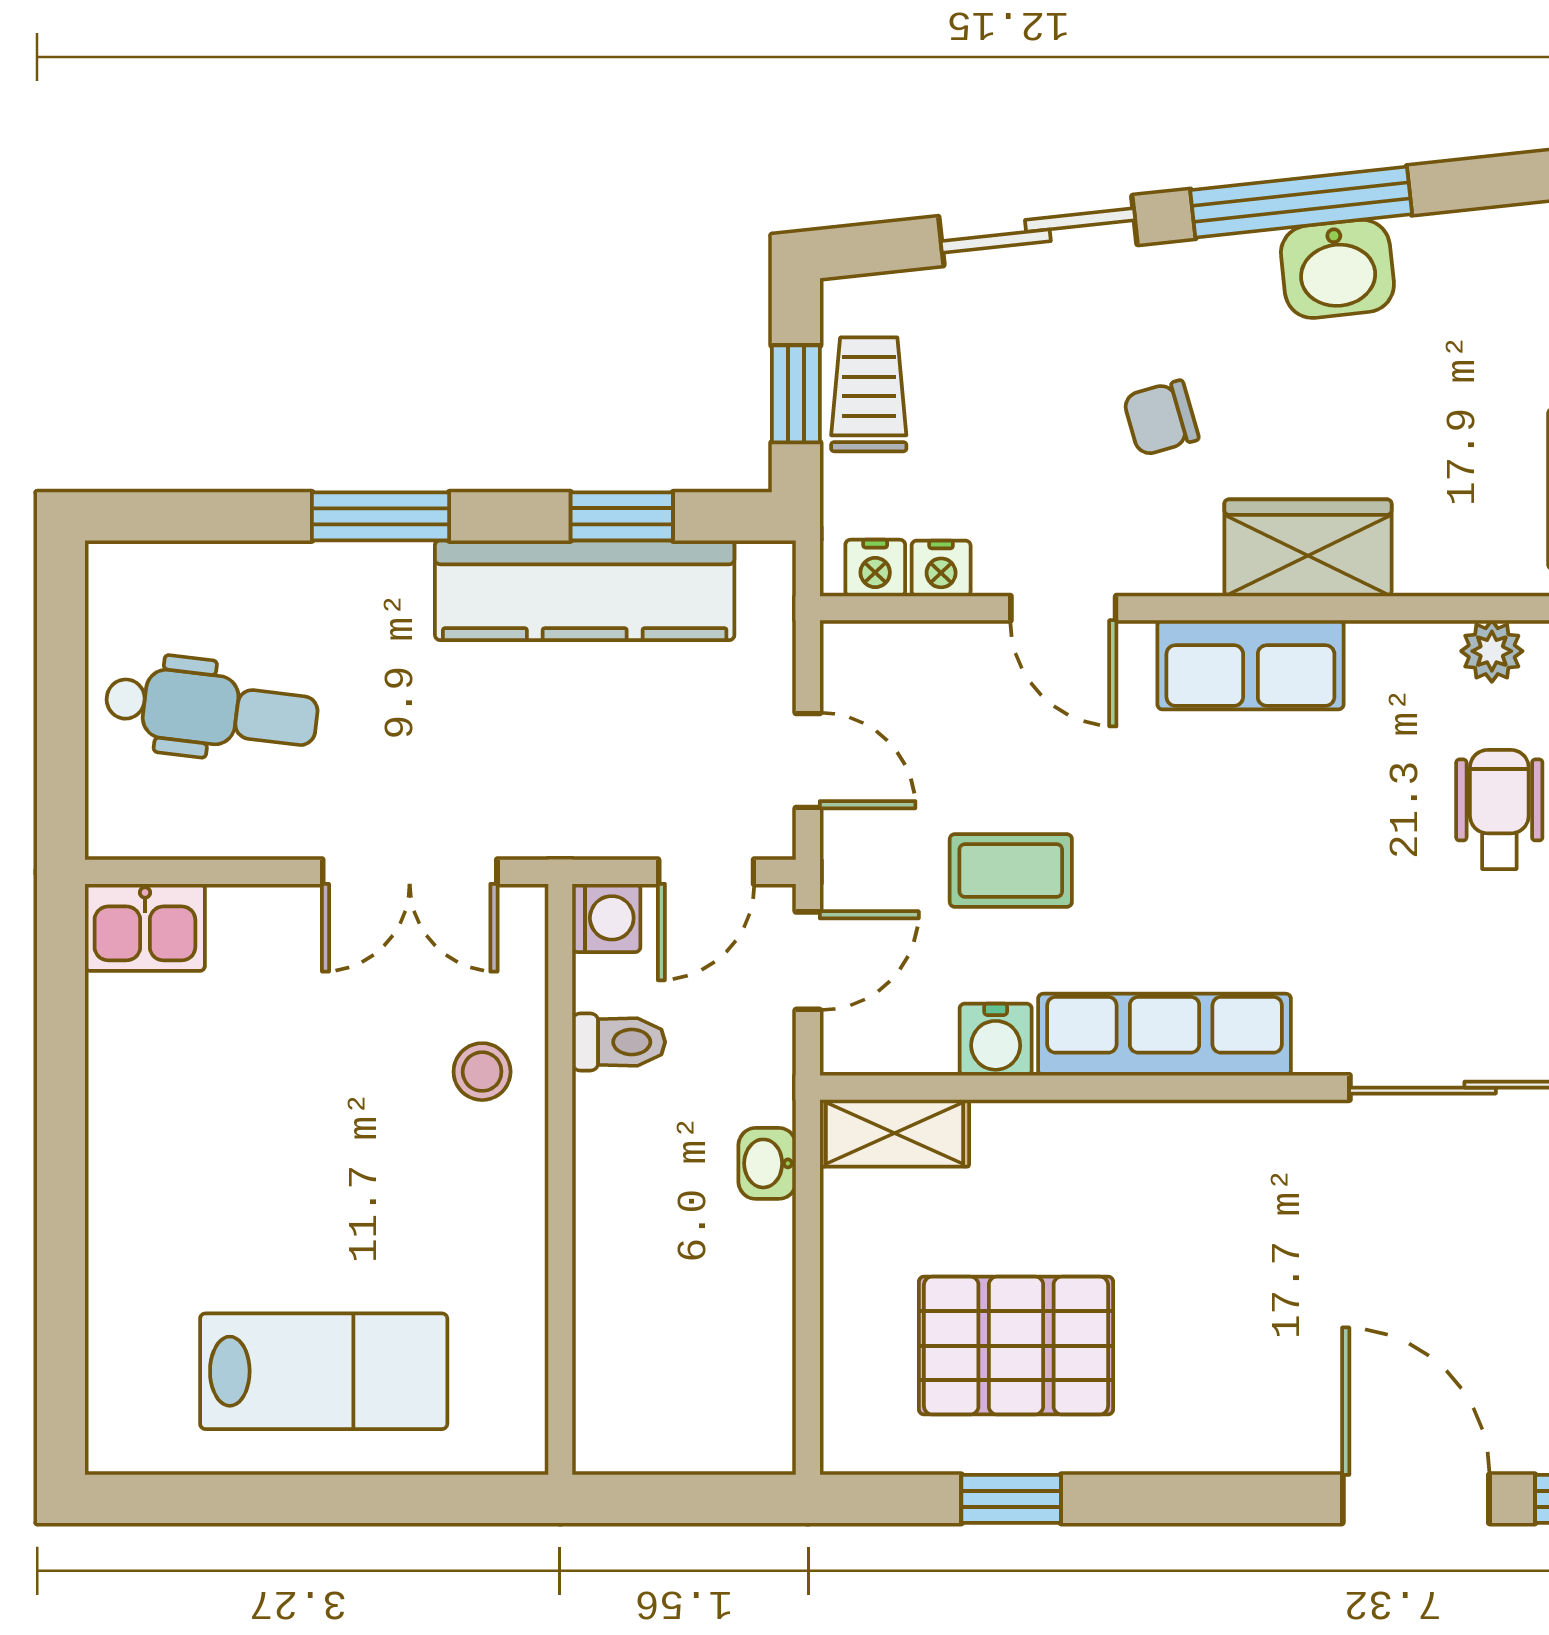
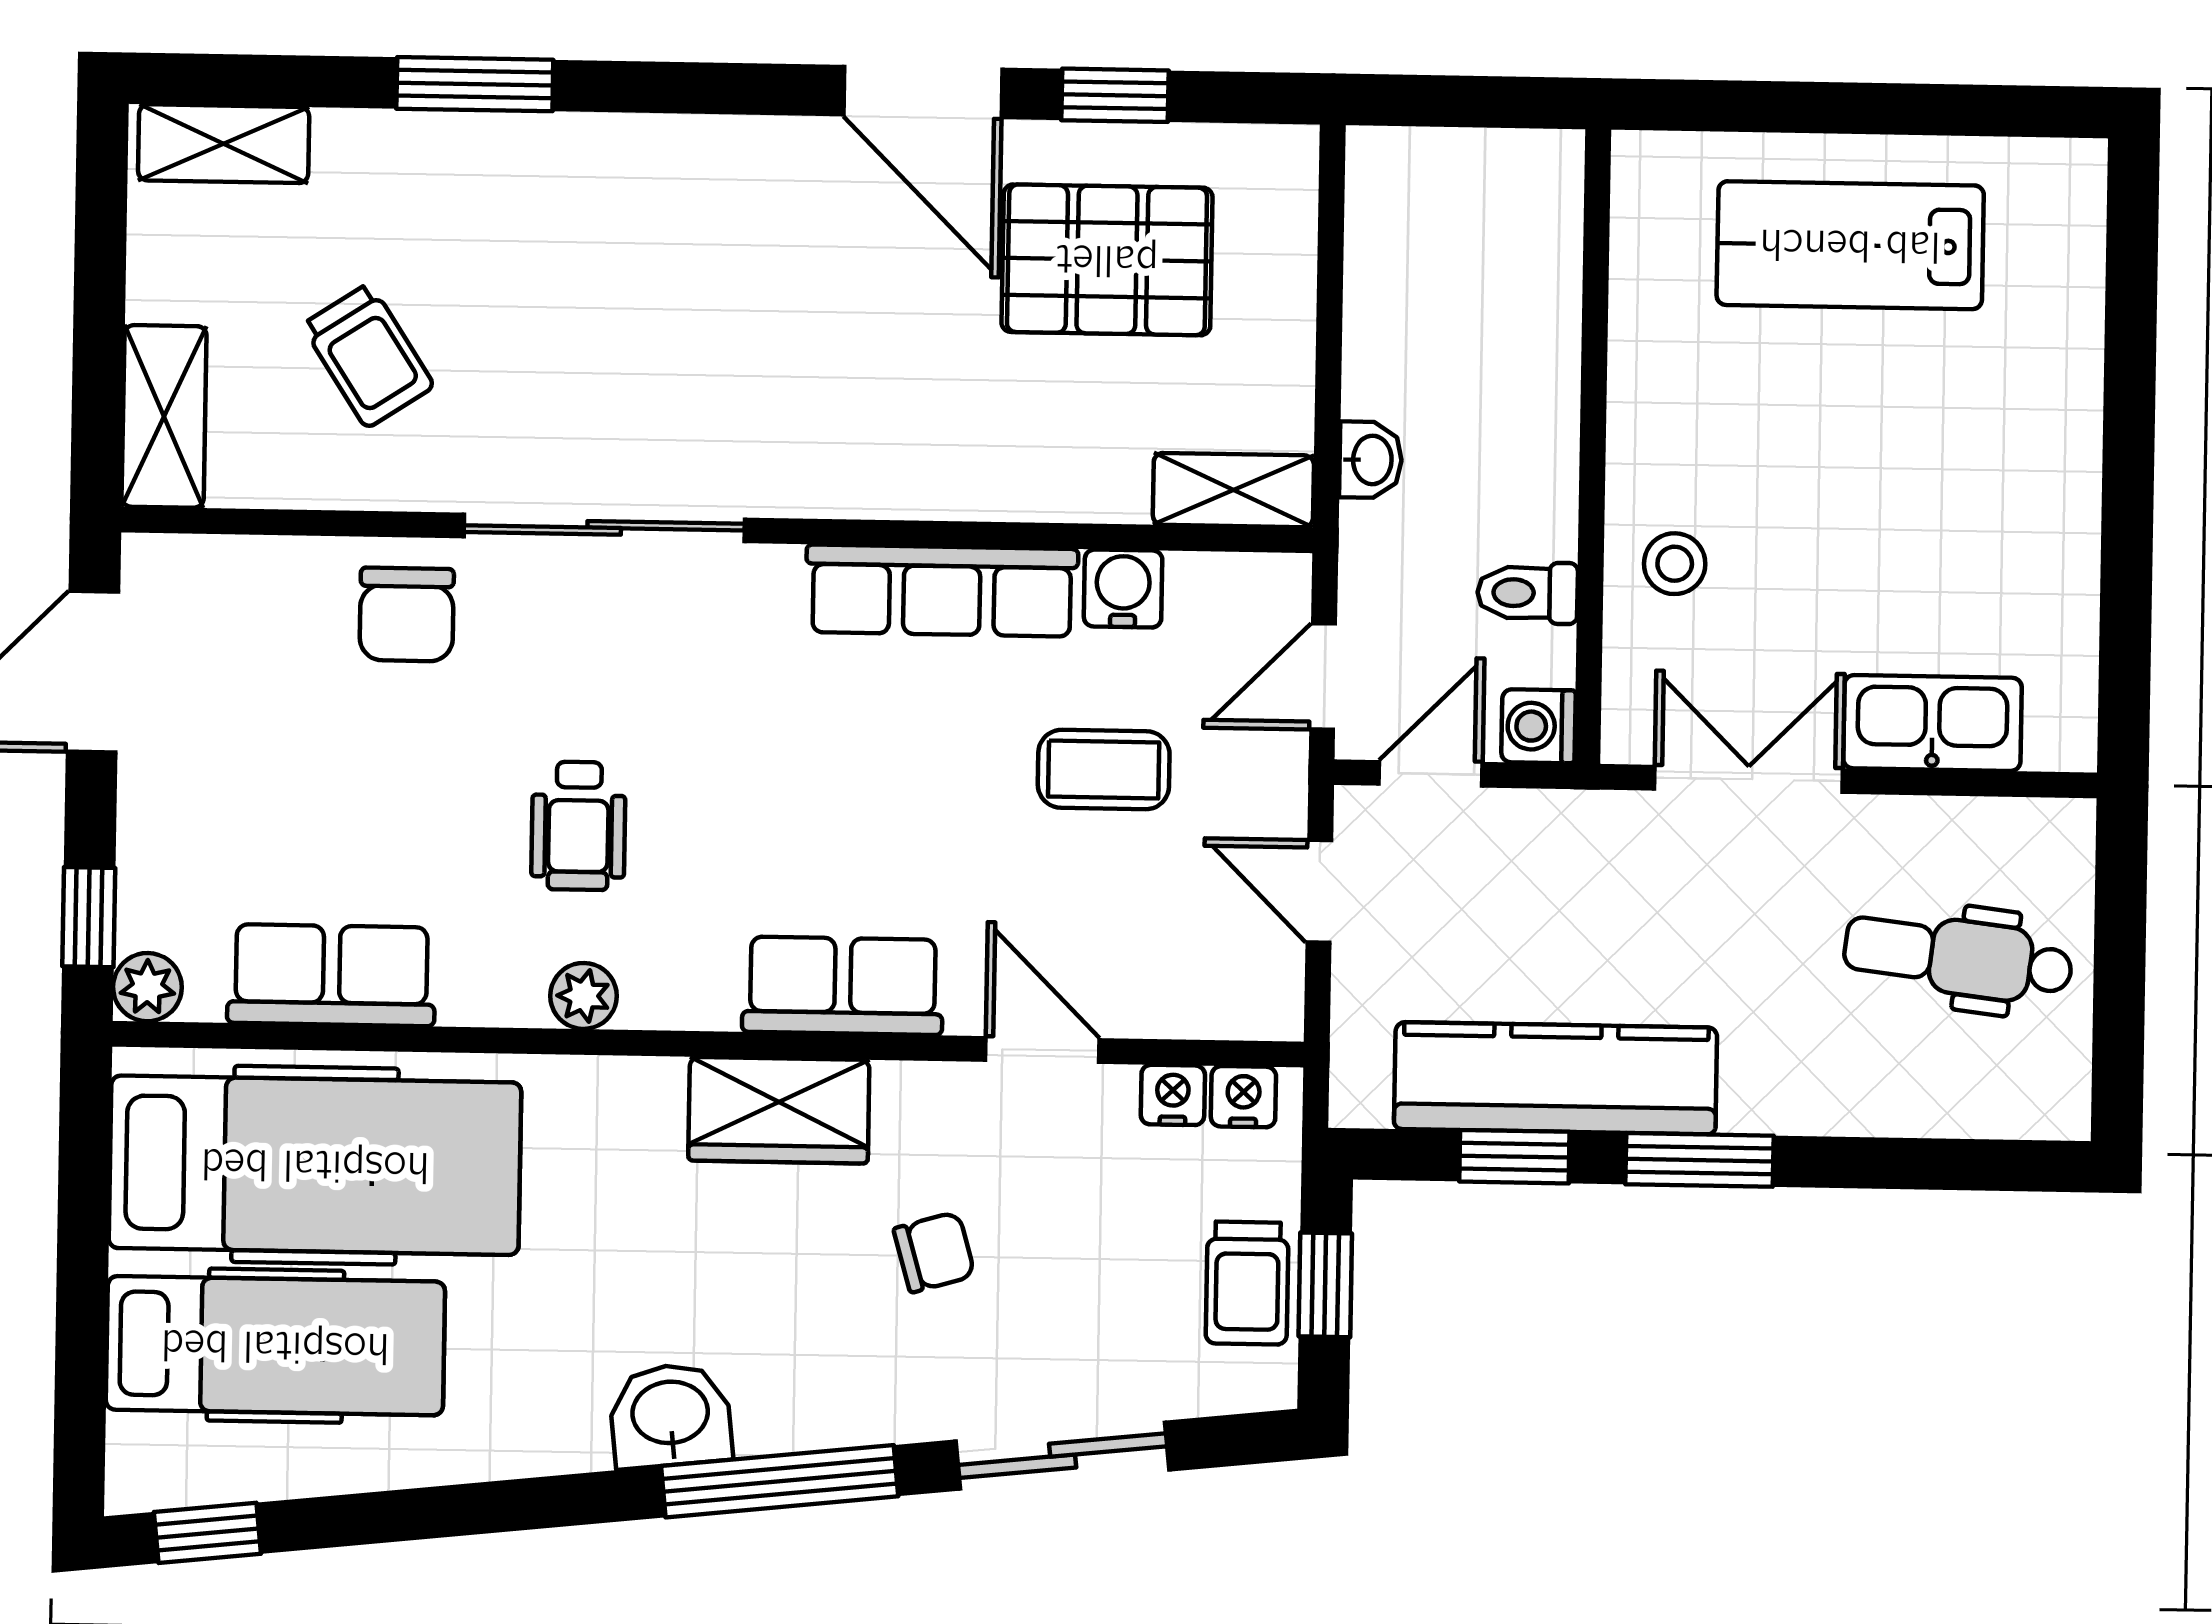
washbasin: (1337, 269) -> (670, 1415), moved
window: (381, 516) -> (1700, 1160), moved
kitchen sink: (145, 927) -> (1932, 723), moved, width x1.38
door: (1416, 1499) -> (923, 92), moved

